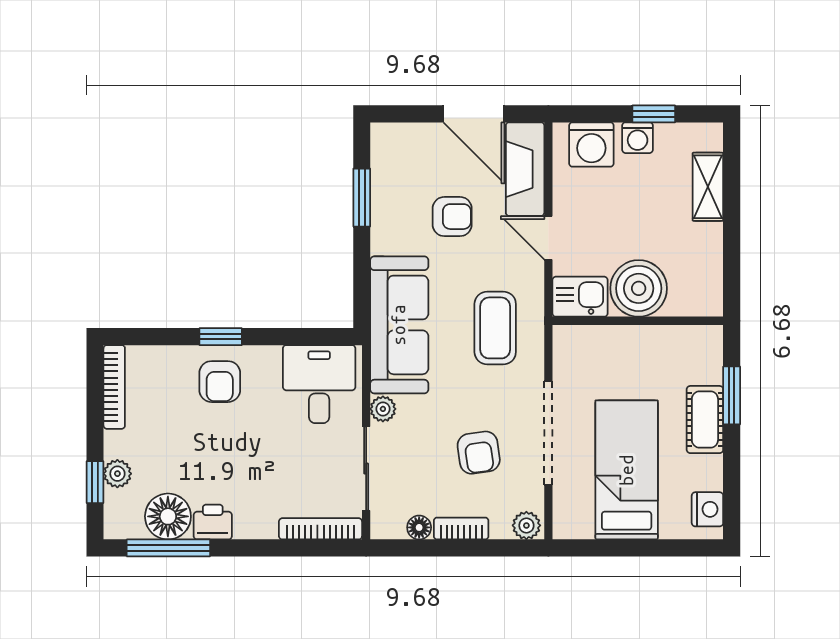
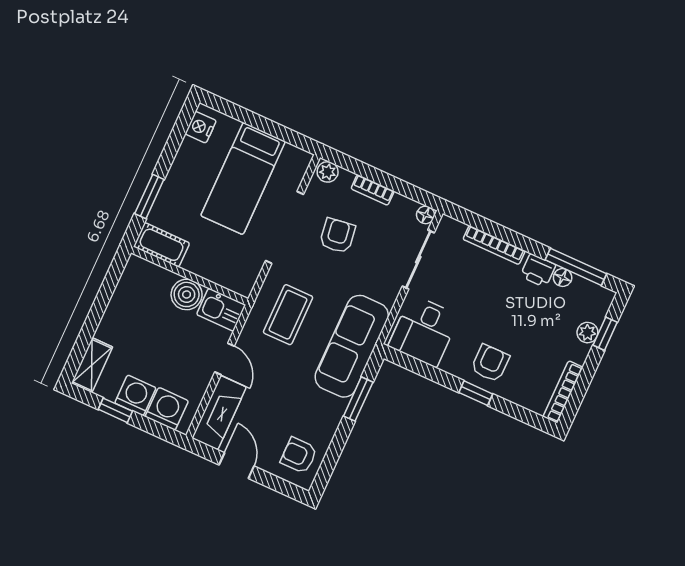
door: (474, 114) -> (237, 466), width x0.73
washing machine: (638, 138) -> (135, 395), width x1.38, depth x1.38
shelving: (708, 187) -> (92, 365), moved
window: (362, 198) -> (358, 399), moved
armchair: (452, 217) -> (299, 455), moved
boiler: (639, 288) -> (187, 294), width x0.73, depth x0.73
plant: (383, 409) -> (389, 295), removed
cot: (705, 420) -> (162, 245), moved, turned 90
floor lamp: (168, 516) -> (563, 278), width x0.53, depth x0.53
floor lamp: (419, 527) -> (426, 215), moved
bookcase: (320, 529) -> (494, 245), moved

